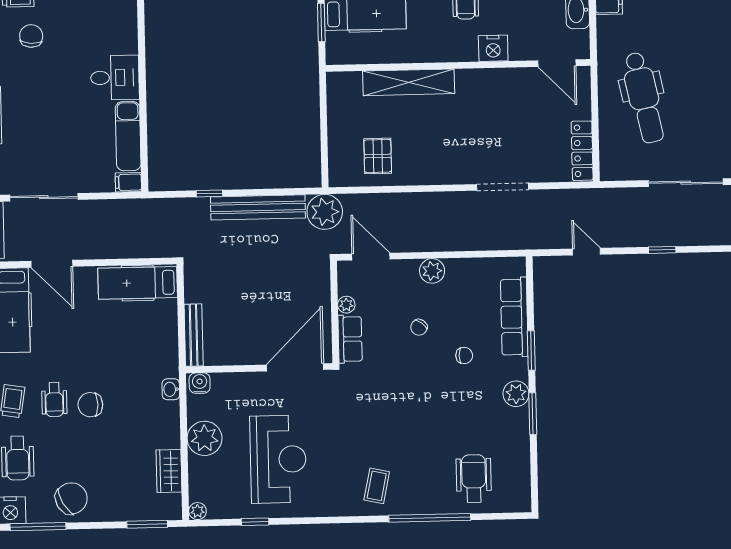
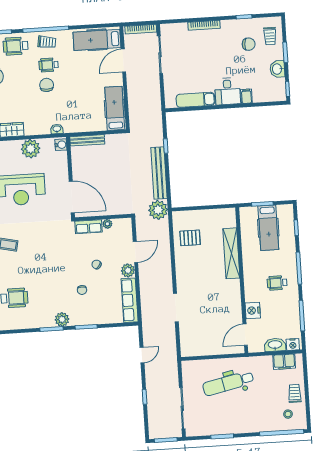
nightstand: (493, 48) -> (253, 310), moved
locker: (582, 151) -> (198, 351), removed
filing cabinet: (128, 182) -> (246, 96), moved
door: (371, 257) -> (135, 252), moved
row of seats: (514, 317) -> (130, 300), moved, turned -90

